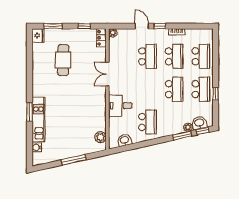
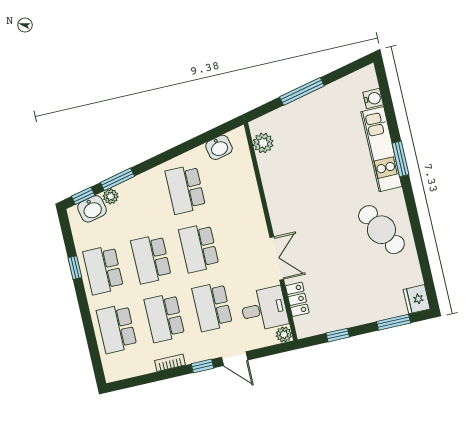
locker: (101, 38) -> (297, 299), moved
cafe table: (63, 60) -> (381, 230), moved, turned -30
school desk: (147, 89) -> (199, 248), added
desk: (120, 106) -> (264, 309), moved

